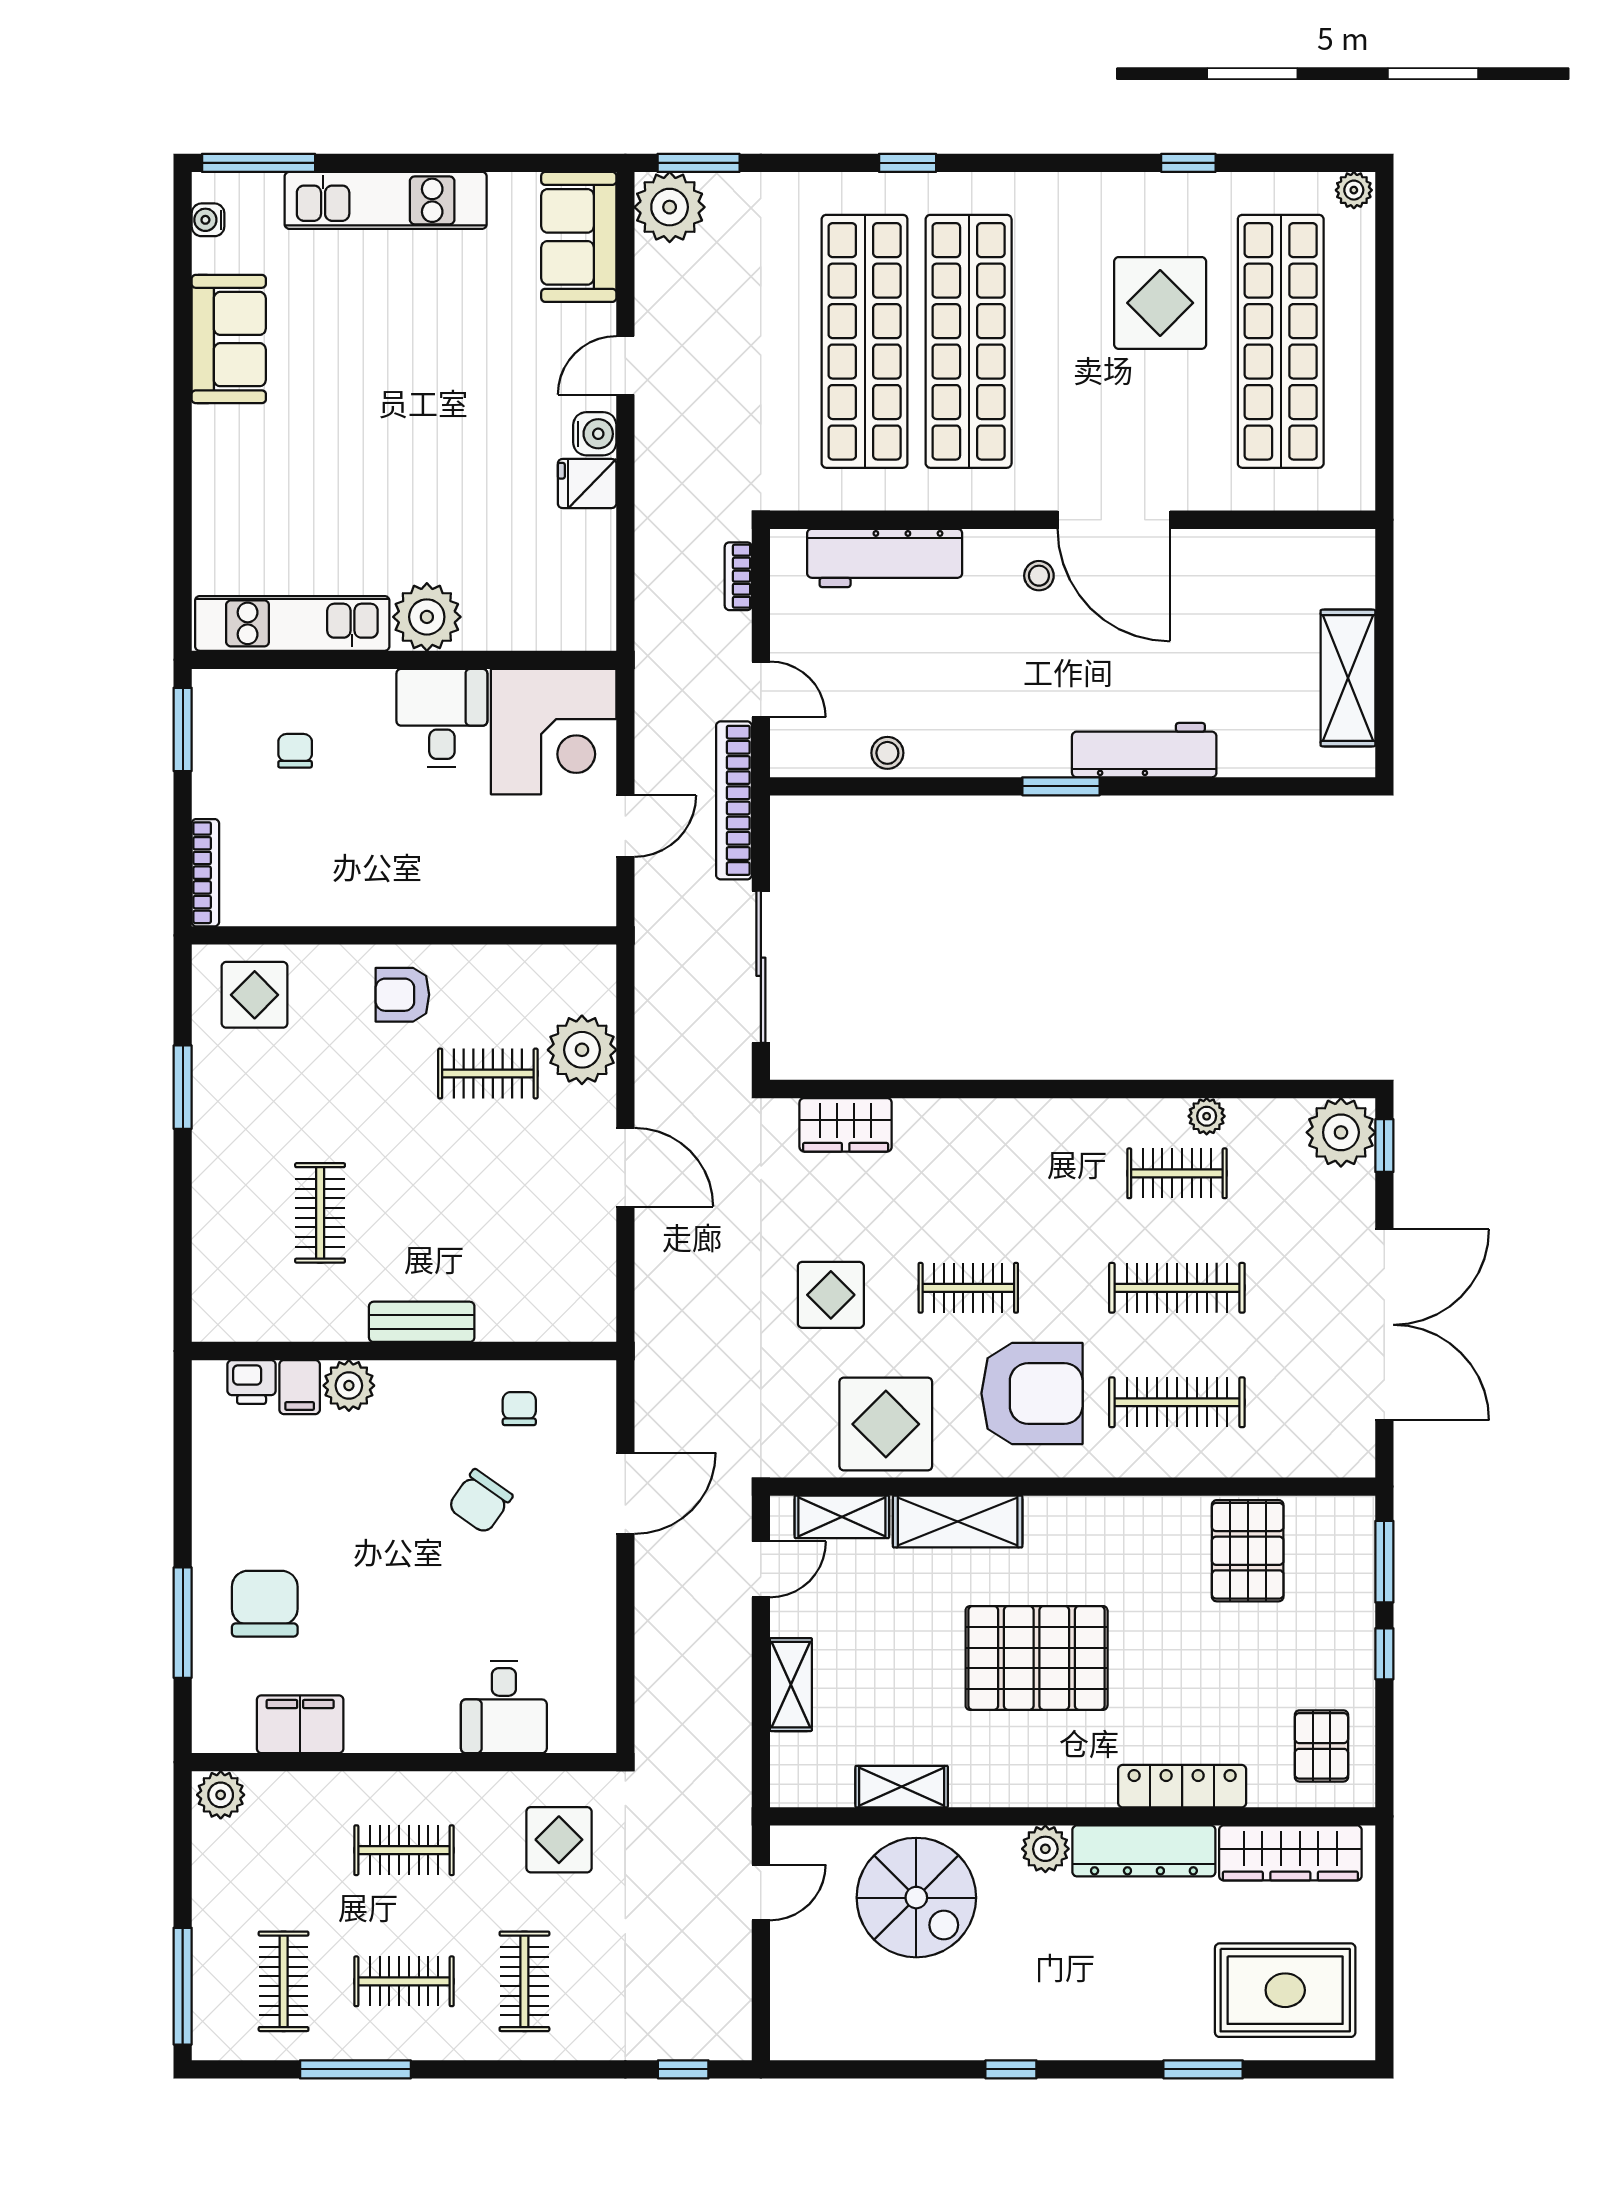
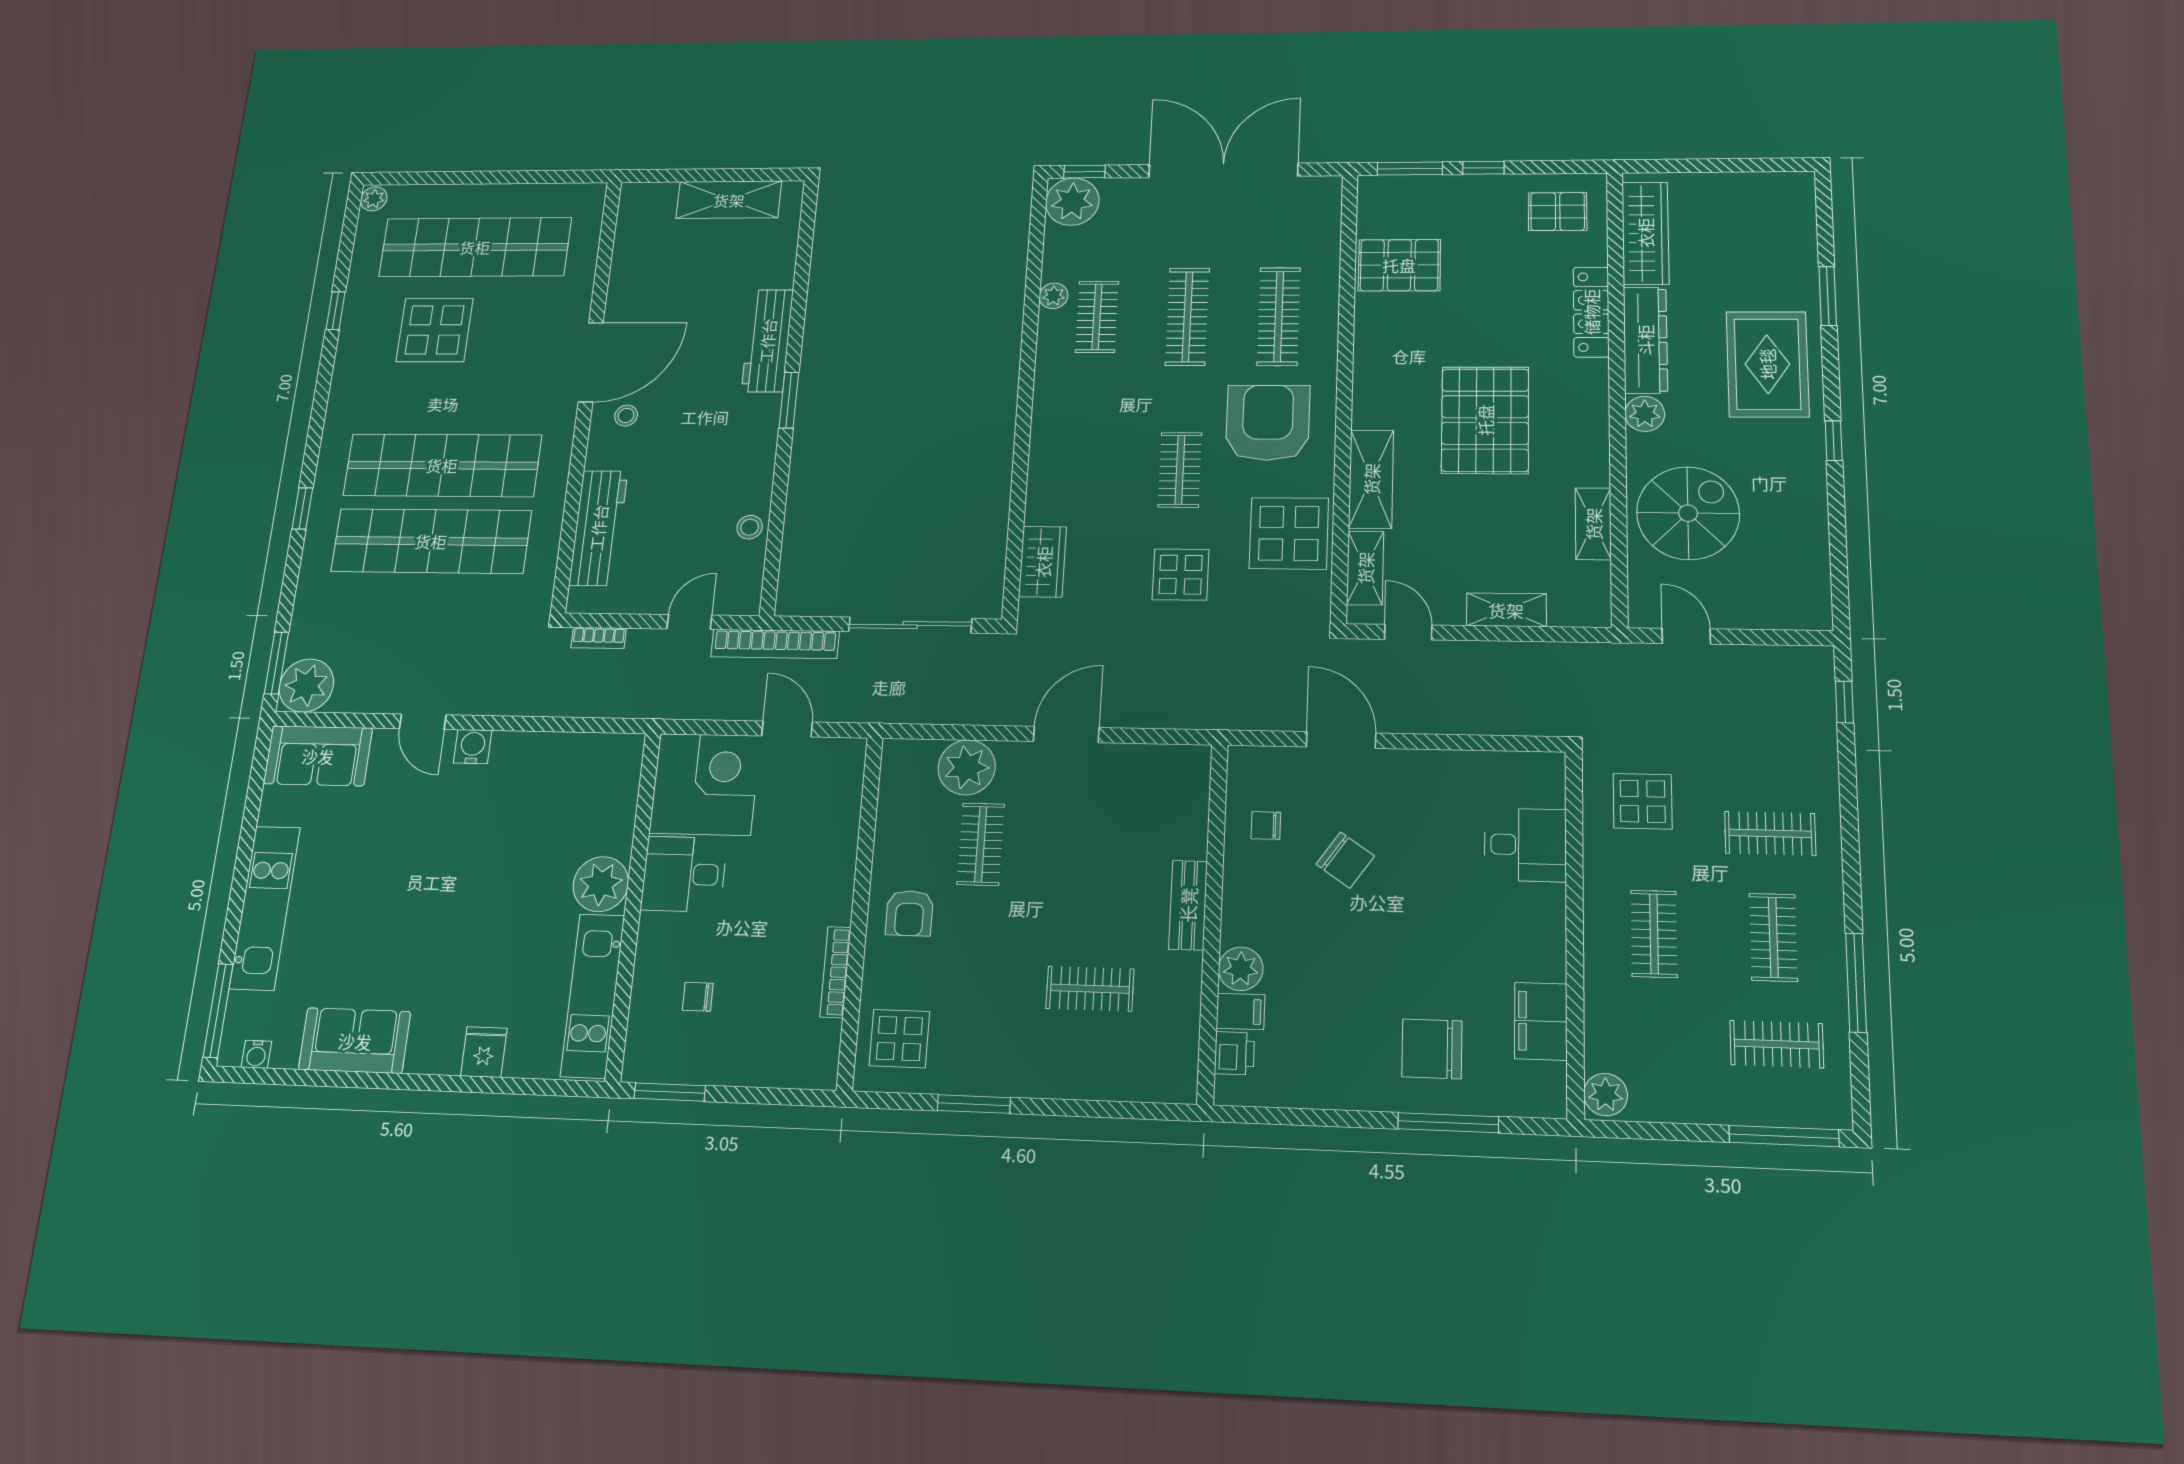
fridge: (587, 483) -> (484, 1052), moved, turned 180
bookcase: (205, 873) -> (835, 972), moved, turned -90
rug: (1285, 1990) -> (1767, 364), moved

